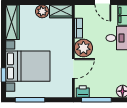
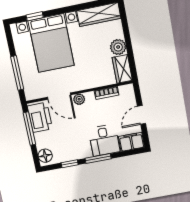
plant: (83, 48) -> (79, 99), width x0.53, depth x0.53
printer: (83, 91) -> (40, 117), width x1.87, depth x1.48
window: (30, 100) -> (17, 73), moved

